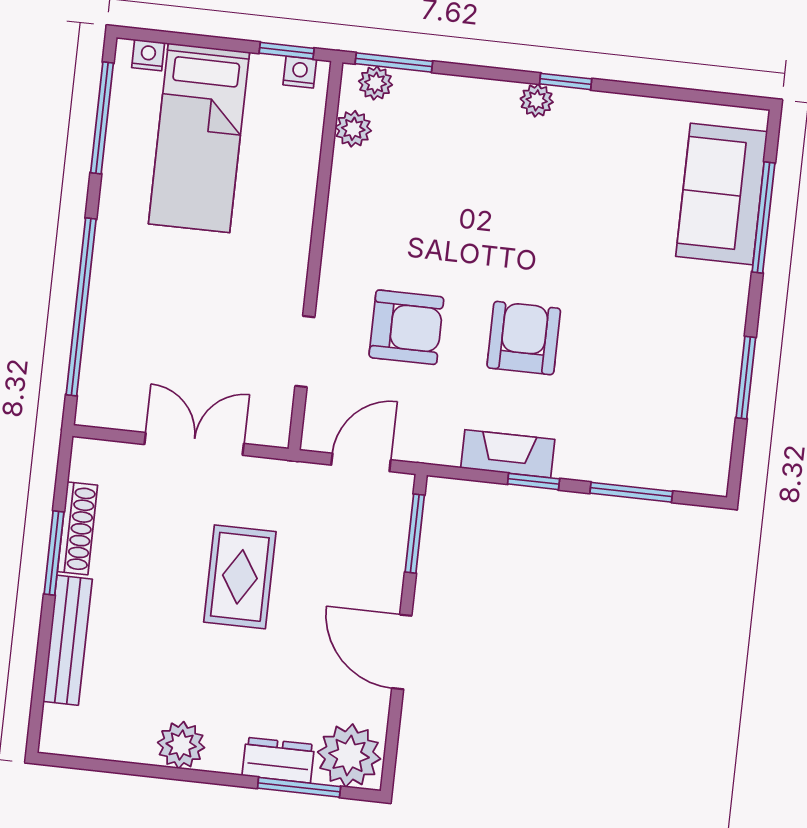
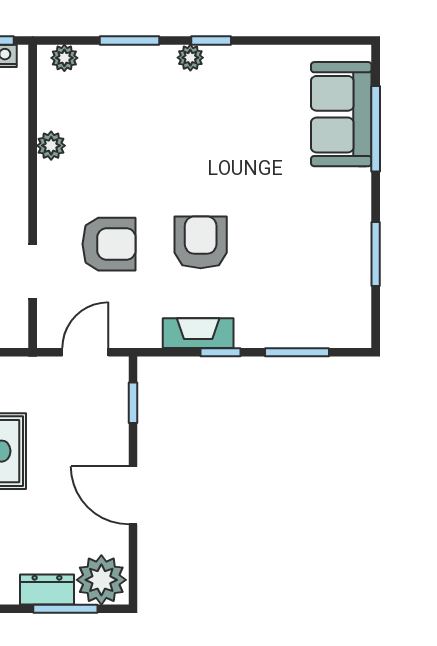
window: (394, 63) -> (130, 41), moved
plant: (353, 129) -> (51, 146), moved
window: (415, 534) -> (133, 403), width x0.67

